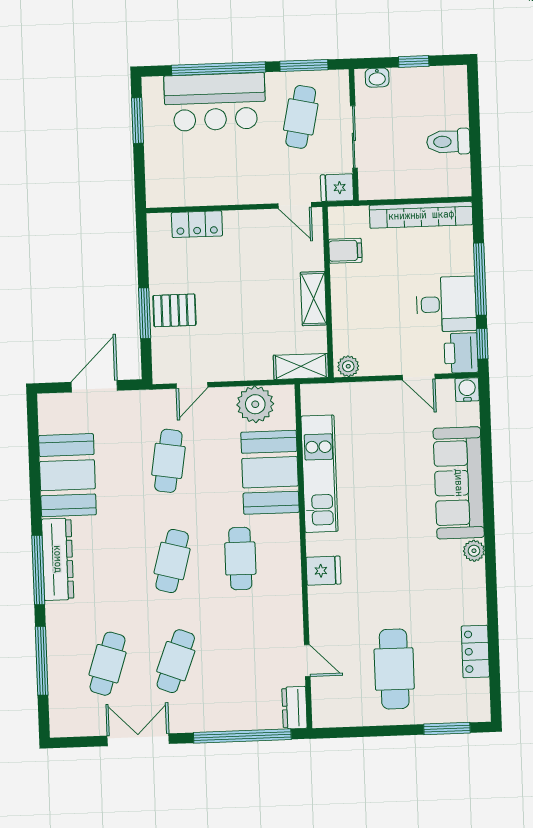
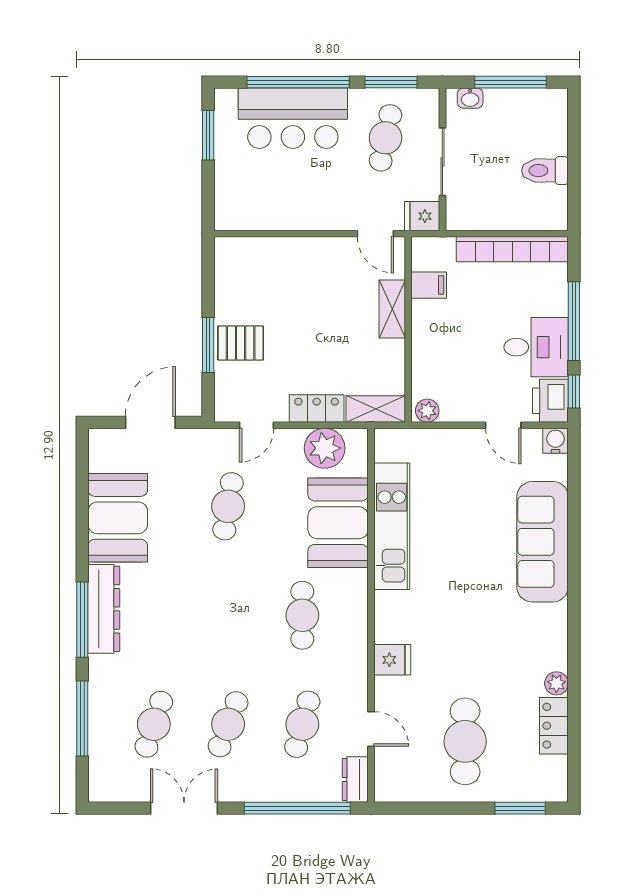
window: (414, 62) -> (510, 82), width x2.17
locker: (197, 224) -> (317, 409), moved, turned 180
shelving: (313, 299) -> (392, 309), moved
plant: (474, 551) -> (556, 683), moved
cafe table: (172, 561) -> (302, 724), moved
fridge: (324, 571) -> (392, 660), moved

